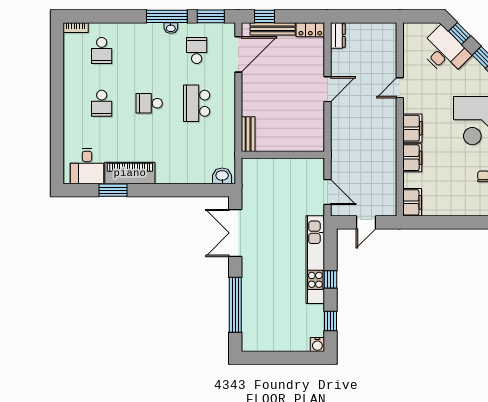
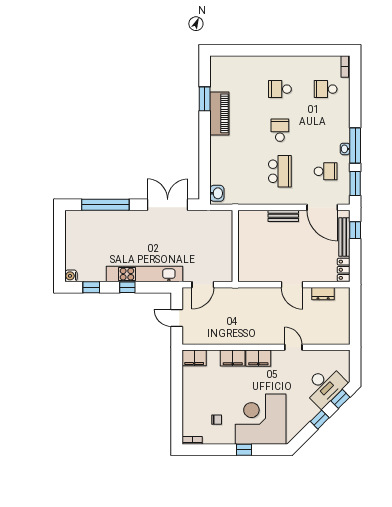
dresser: (338, 35) -> (323, 294), moved
school desk: (197, 103) -> (280, 171), turned 90
bench: (248, 134) -> (283, 216), moved
desk: (87, 166) -> (225, 76), removed

